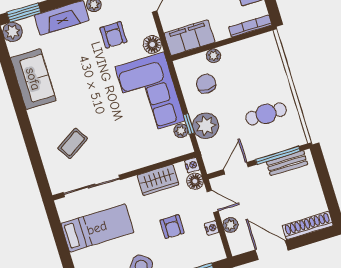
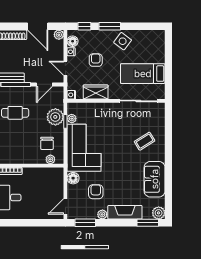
filing cabinet: (189, 38) -> (49, 175), removed
plant: (214, 56) -> (50, 159), moved
coffee table: (73, 143) -> (145, 141), moved
floor lamp: (195, 181) -> (73, 41), moved
plant: (230, 225) -> (59, 35), moved

